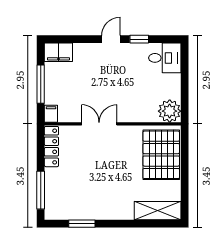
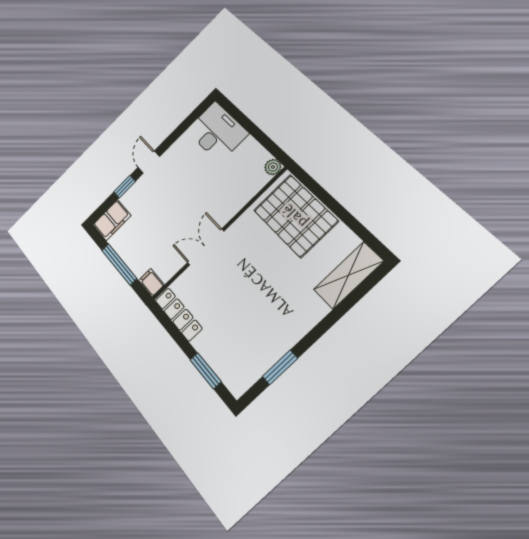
window: (139, 39) -> (125, 187), moved
desk: (165, 58) -> (217, 132), width x1.37
plant: (170, 111) -> (273, 167), width x0.53, depth x0.53
window: (41, 190) -> (206, 371), width x0.69

